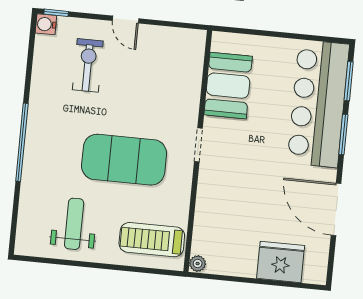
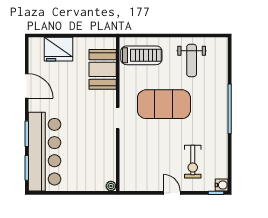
booth: (228, 86) -> (103, 69), moved
door: (336, 209) -> (27, 86), width x0.73
plant: (198, 264) -> (111, 186), moved

